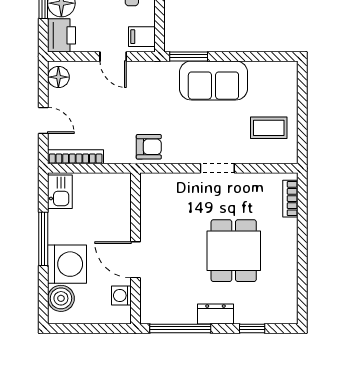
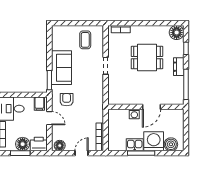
door: (113, 56) -> (49, 118), hinge flipped
armchair: (149, 147) -> (67, 100), moved
kitchen sink: (60, 192) -> (135, 145), moved
washing machine: (121, 296) -> (134, 114), moved
floor lamp: (283, 310) -> (177, 33), added

